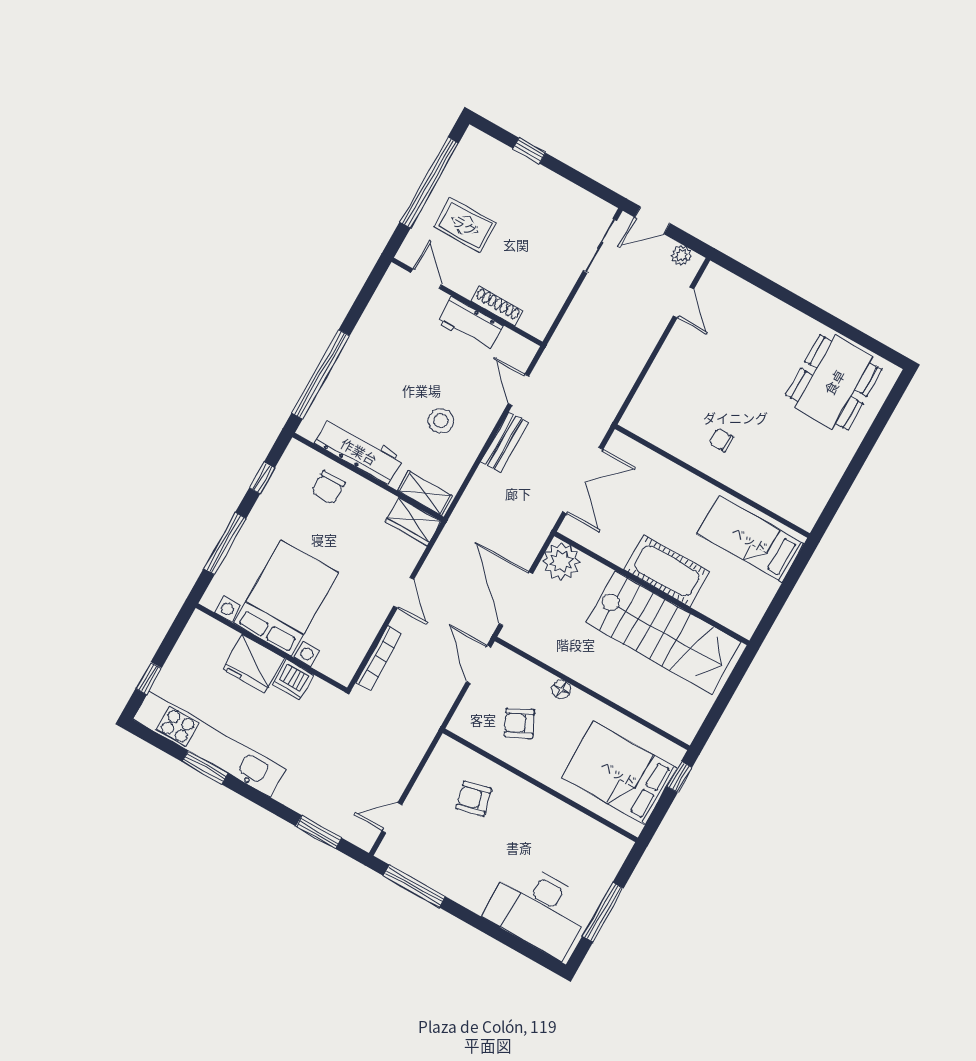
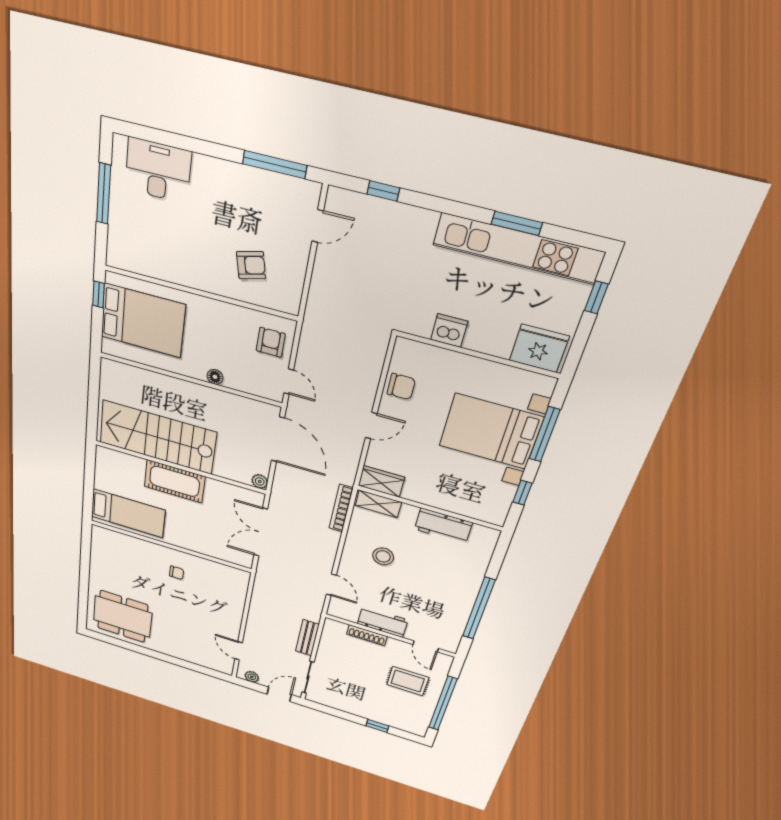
window: (321, 374) -> (479, 608), moved
dining table: (834, 382) -> (123, 616), turned 90
bench: (504, 442) -> (307, 638), moved
workbench: (359, 451) -> (443, 526), width x0.73
chair: (328, 488) -> (401, 387), moved, turned 90
plant: (561, 562) -> (260, 481), width x0.53, depth x0.53
door: (404, 593) -> (371, 426), swing flipped
bed with nightstands: (286, 598) -> (491, 431), moved, turned 90
bookcase: (379, 658) -> (341, 508), moved
fridge: (254, 664) -> (539, 348), moved
door: (479, 664) -> (289, 382), width x0.73
armchair: (519, 723) -> (271, 342), moved, turned -64
window: (679, 777) -> (98, 294), moved
window: (319, 832) -> (383, 191), width x0.67
desk: (538, 909) -> (158, 170), width x0.73, depth x0.77

